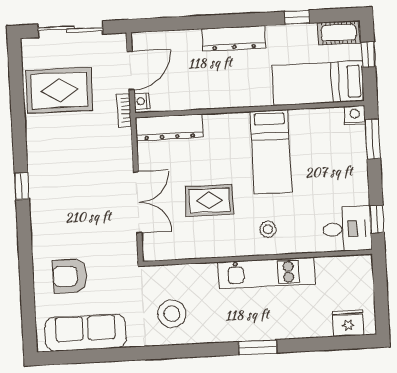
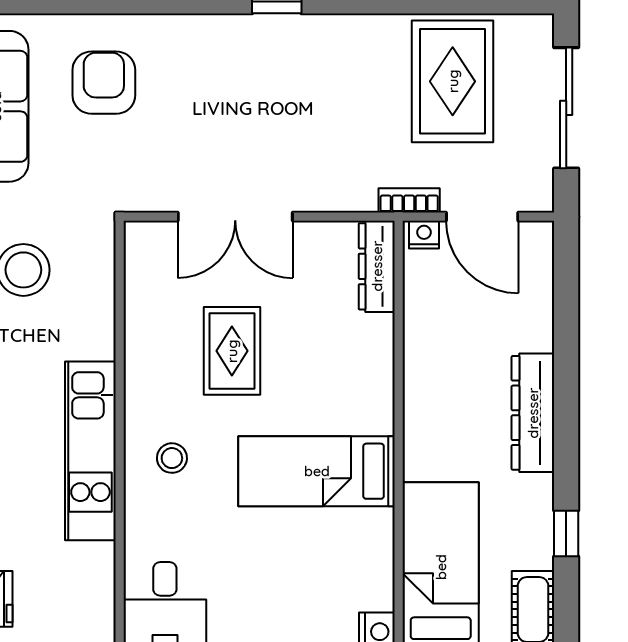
dresser: (169, 127) -> (377, 266), width x0.73, depth x0.80

